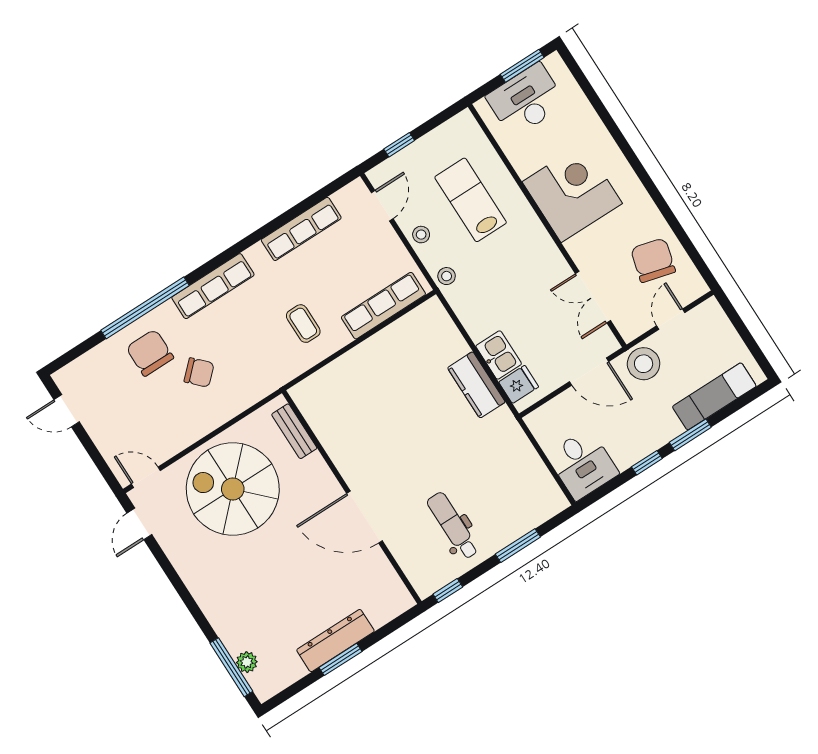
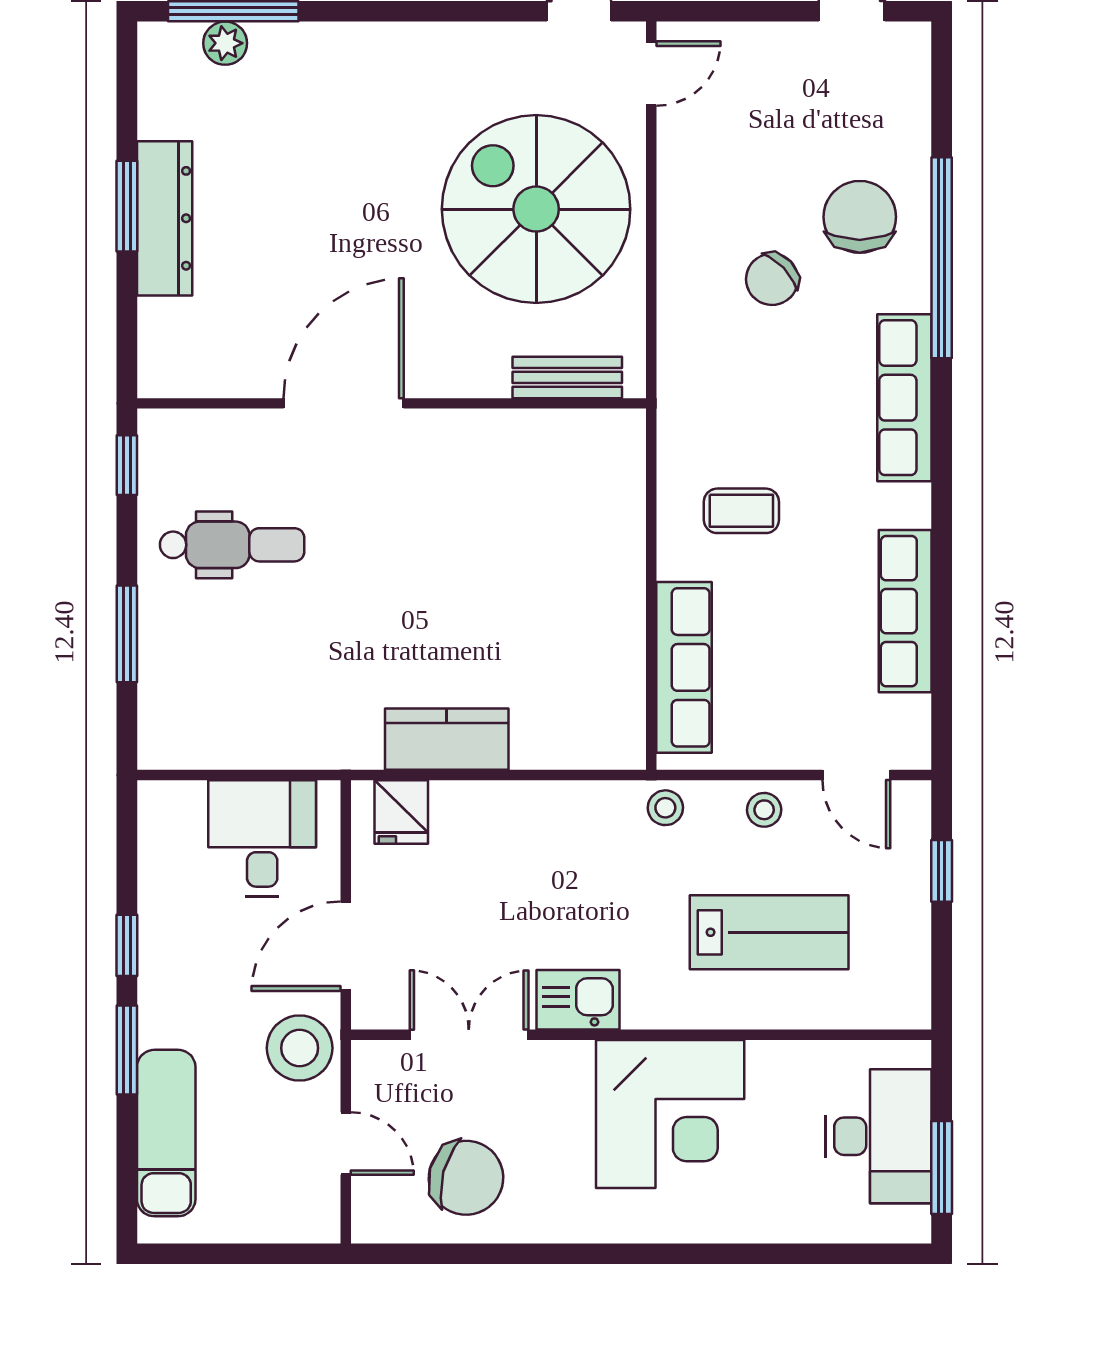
chair: (150, 353) -> (860, 217), turned -90
kitchen sink: (499, 355) -> (578, 1000), moved, turned 180
desk: (583, 464) -> (262, 838), moved, turned 90
spiral stairs: (233, 489) -> (536, 209), turned -90

